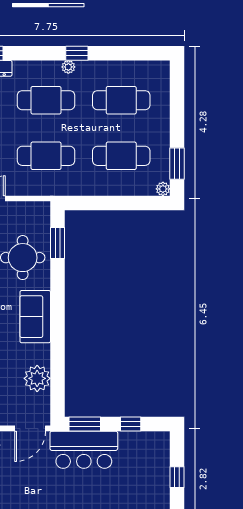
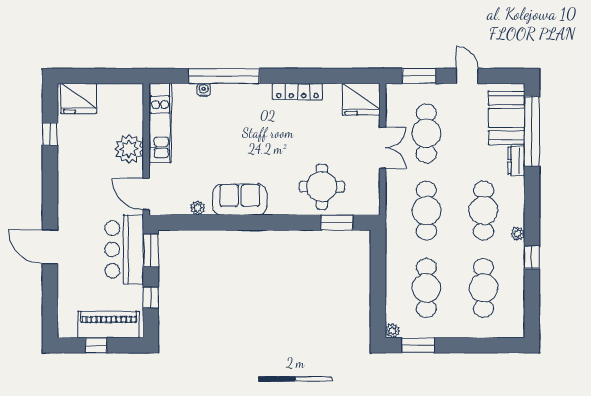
window: (77, 53) -> (532, 257), moved
sofa: (35, 317) -> (240, 200), moved
plant: (37, 378) -> (198, 208), width x0.53, depth x0.53
piano: (157, 465) -> (109, 325), added

